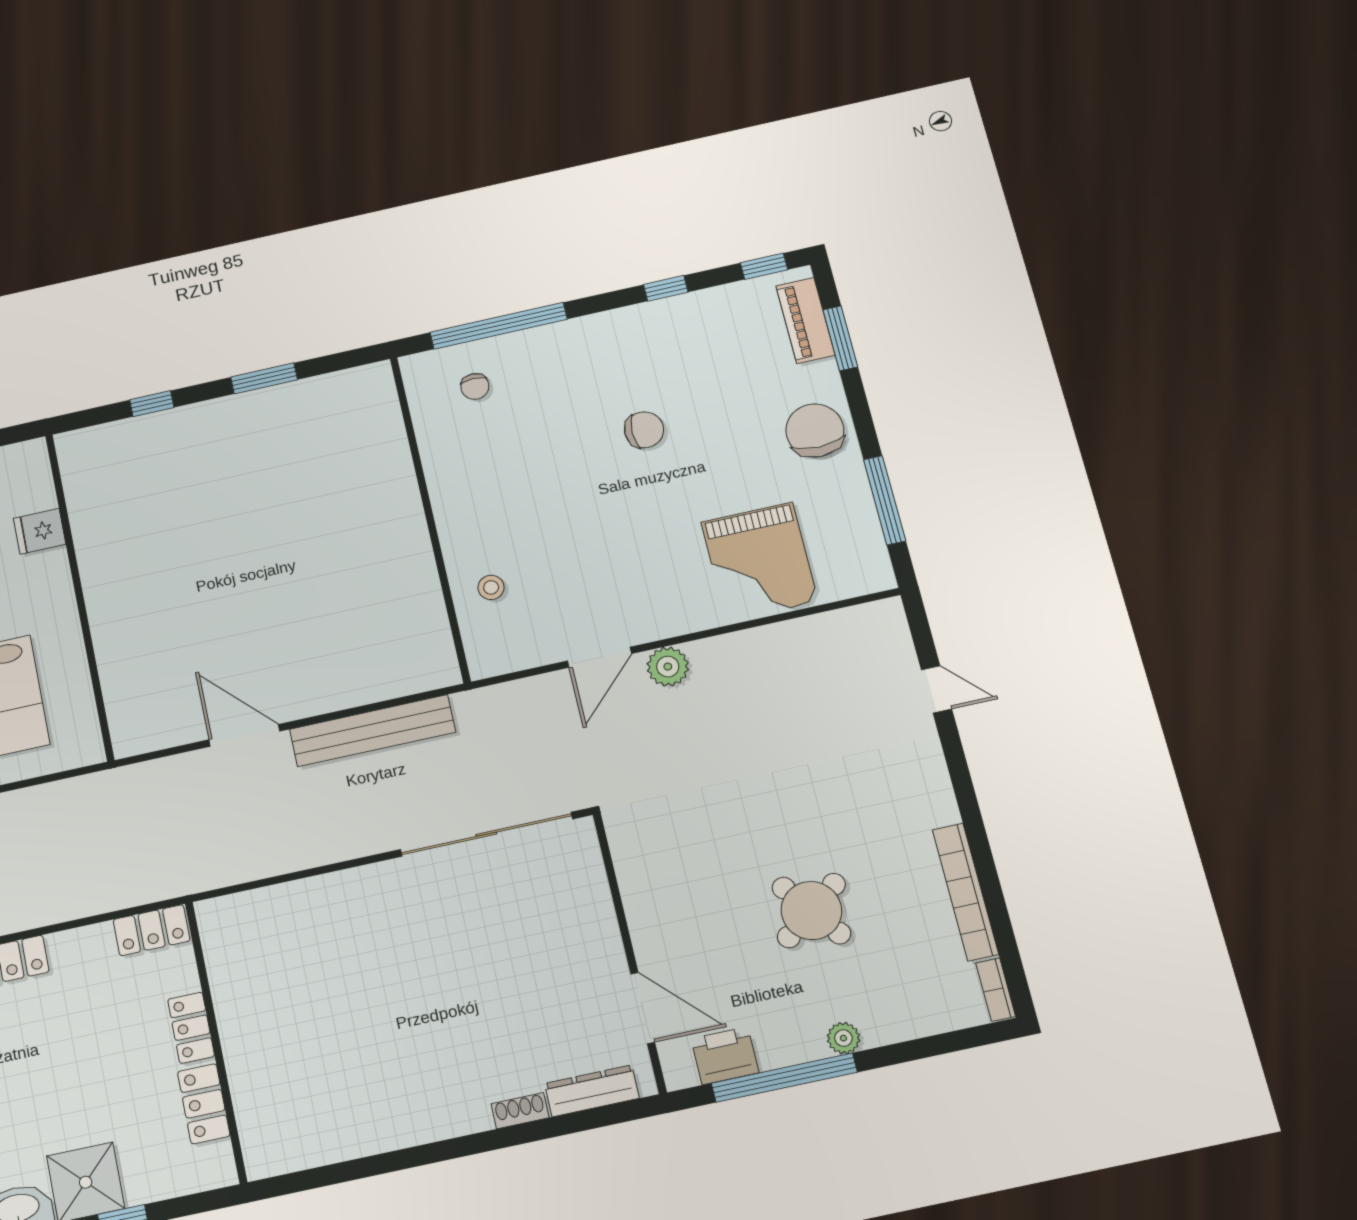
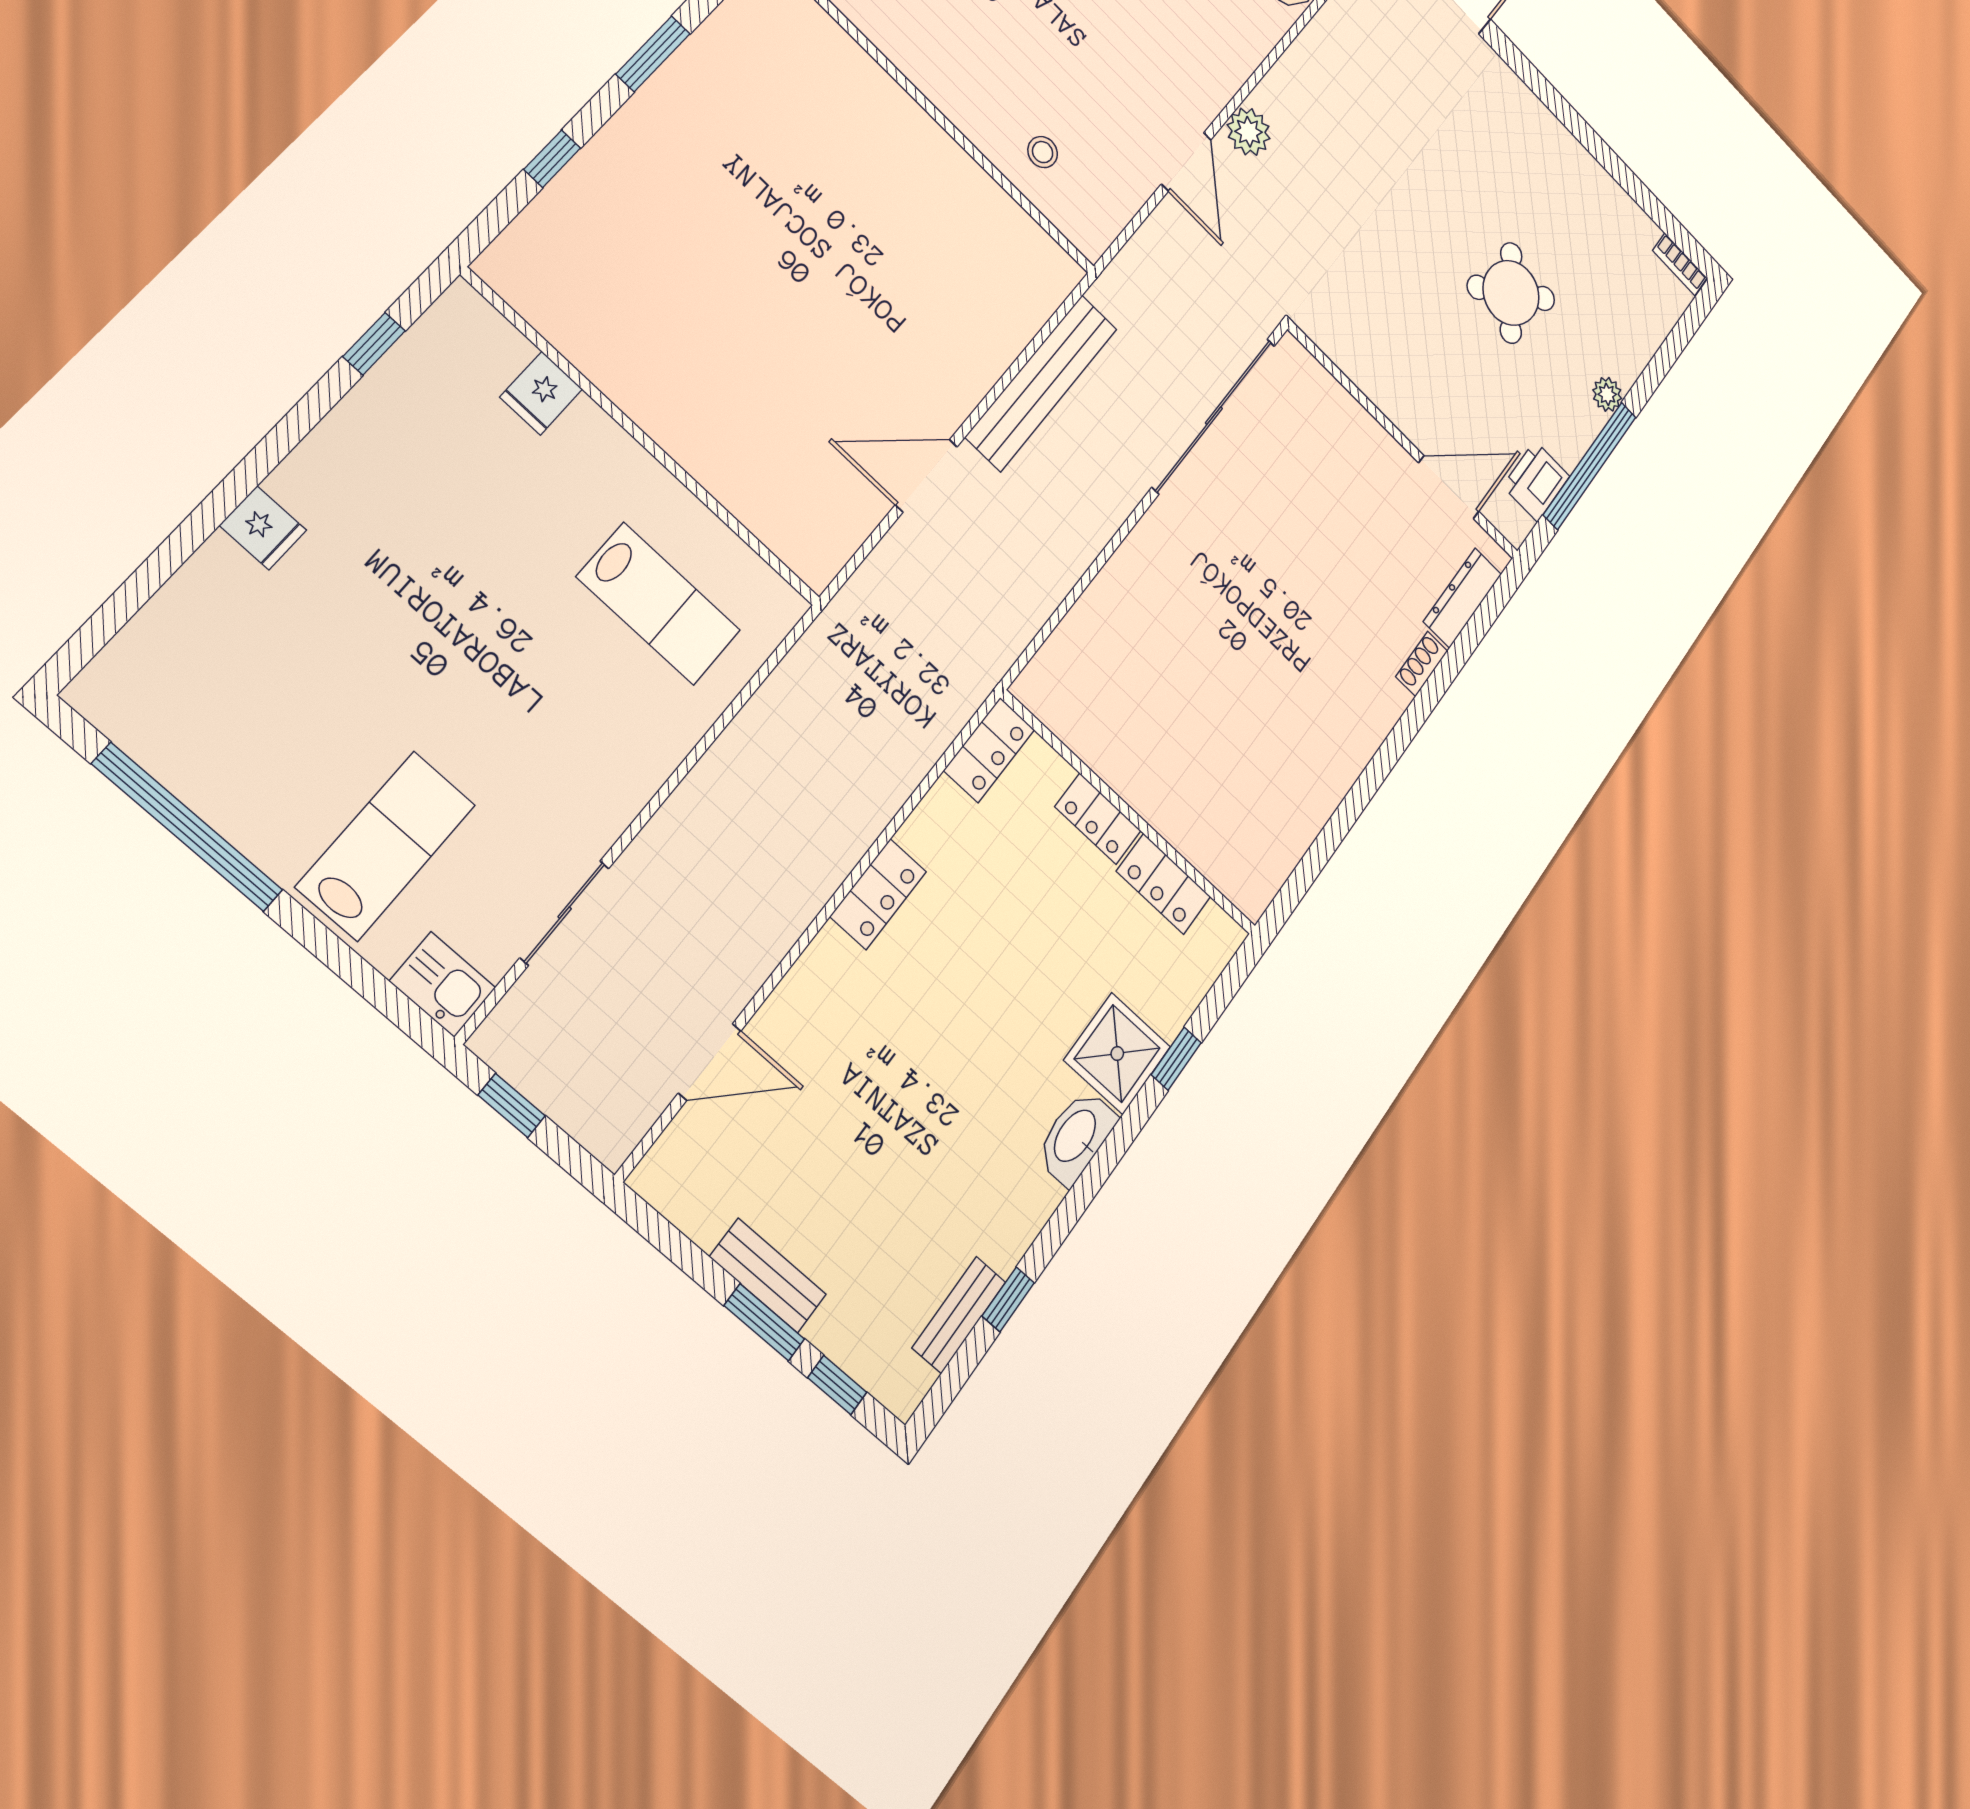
bookcase: (965, 892) -> (1606, 190), removed

